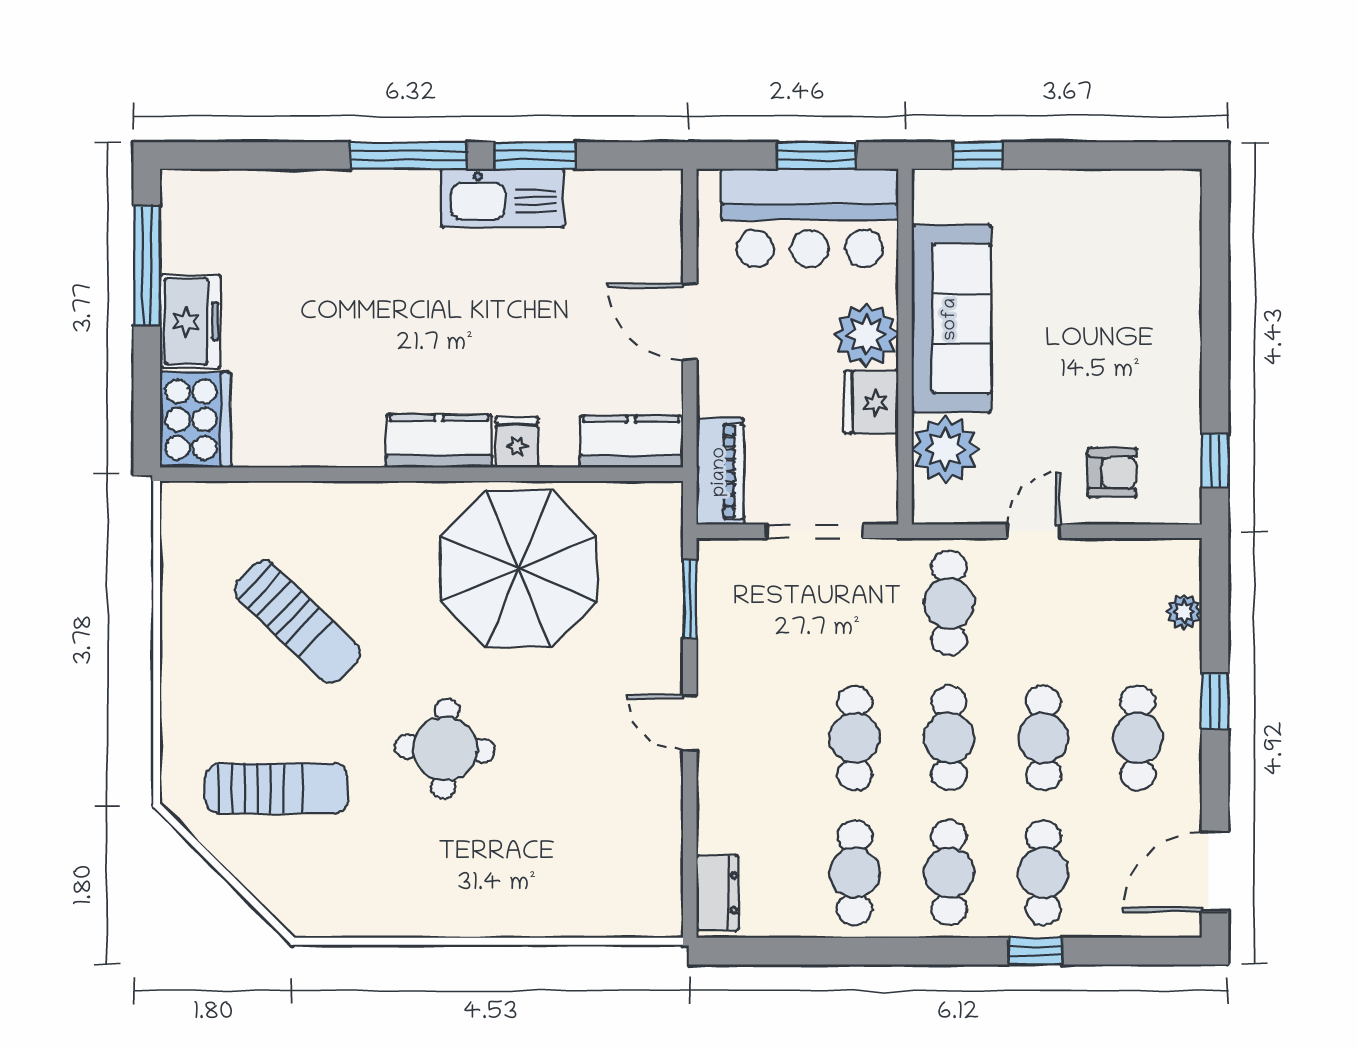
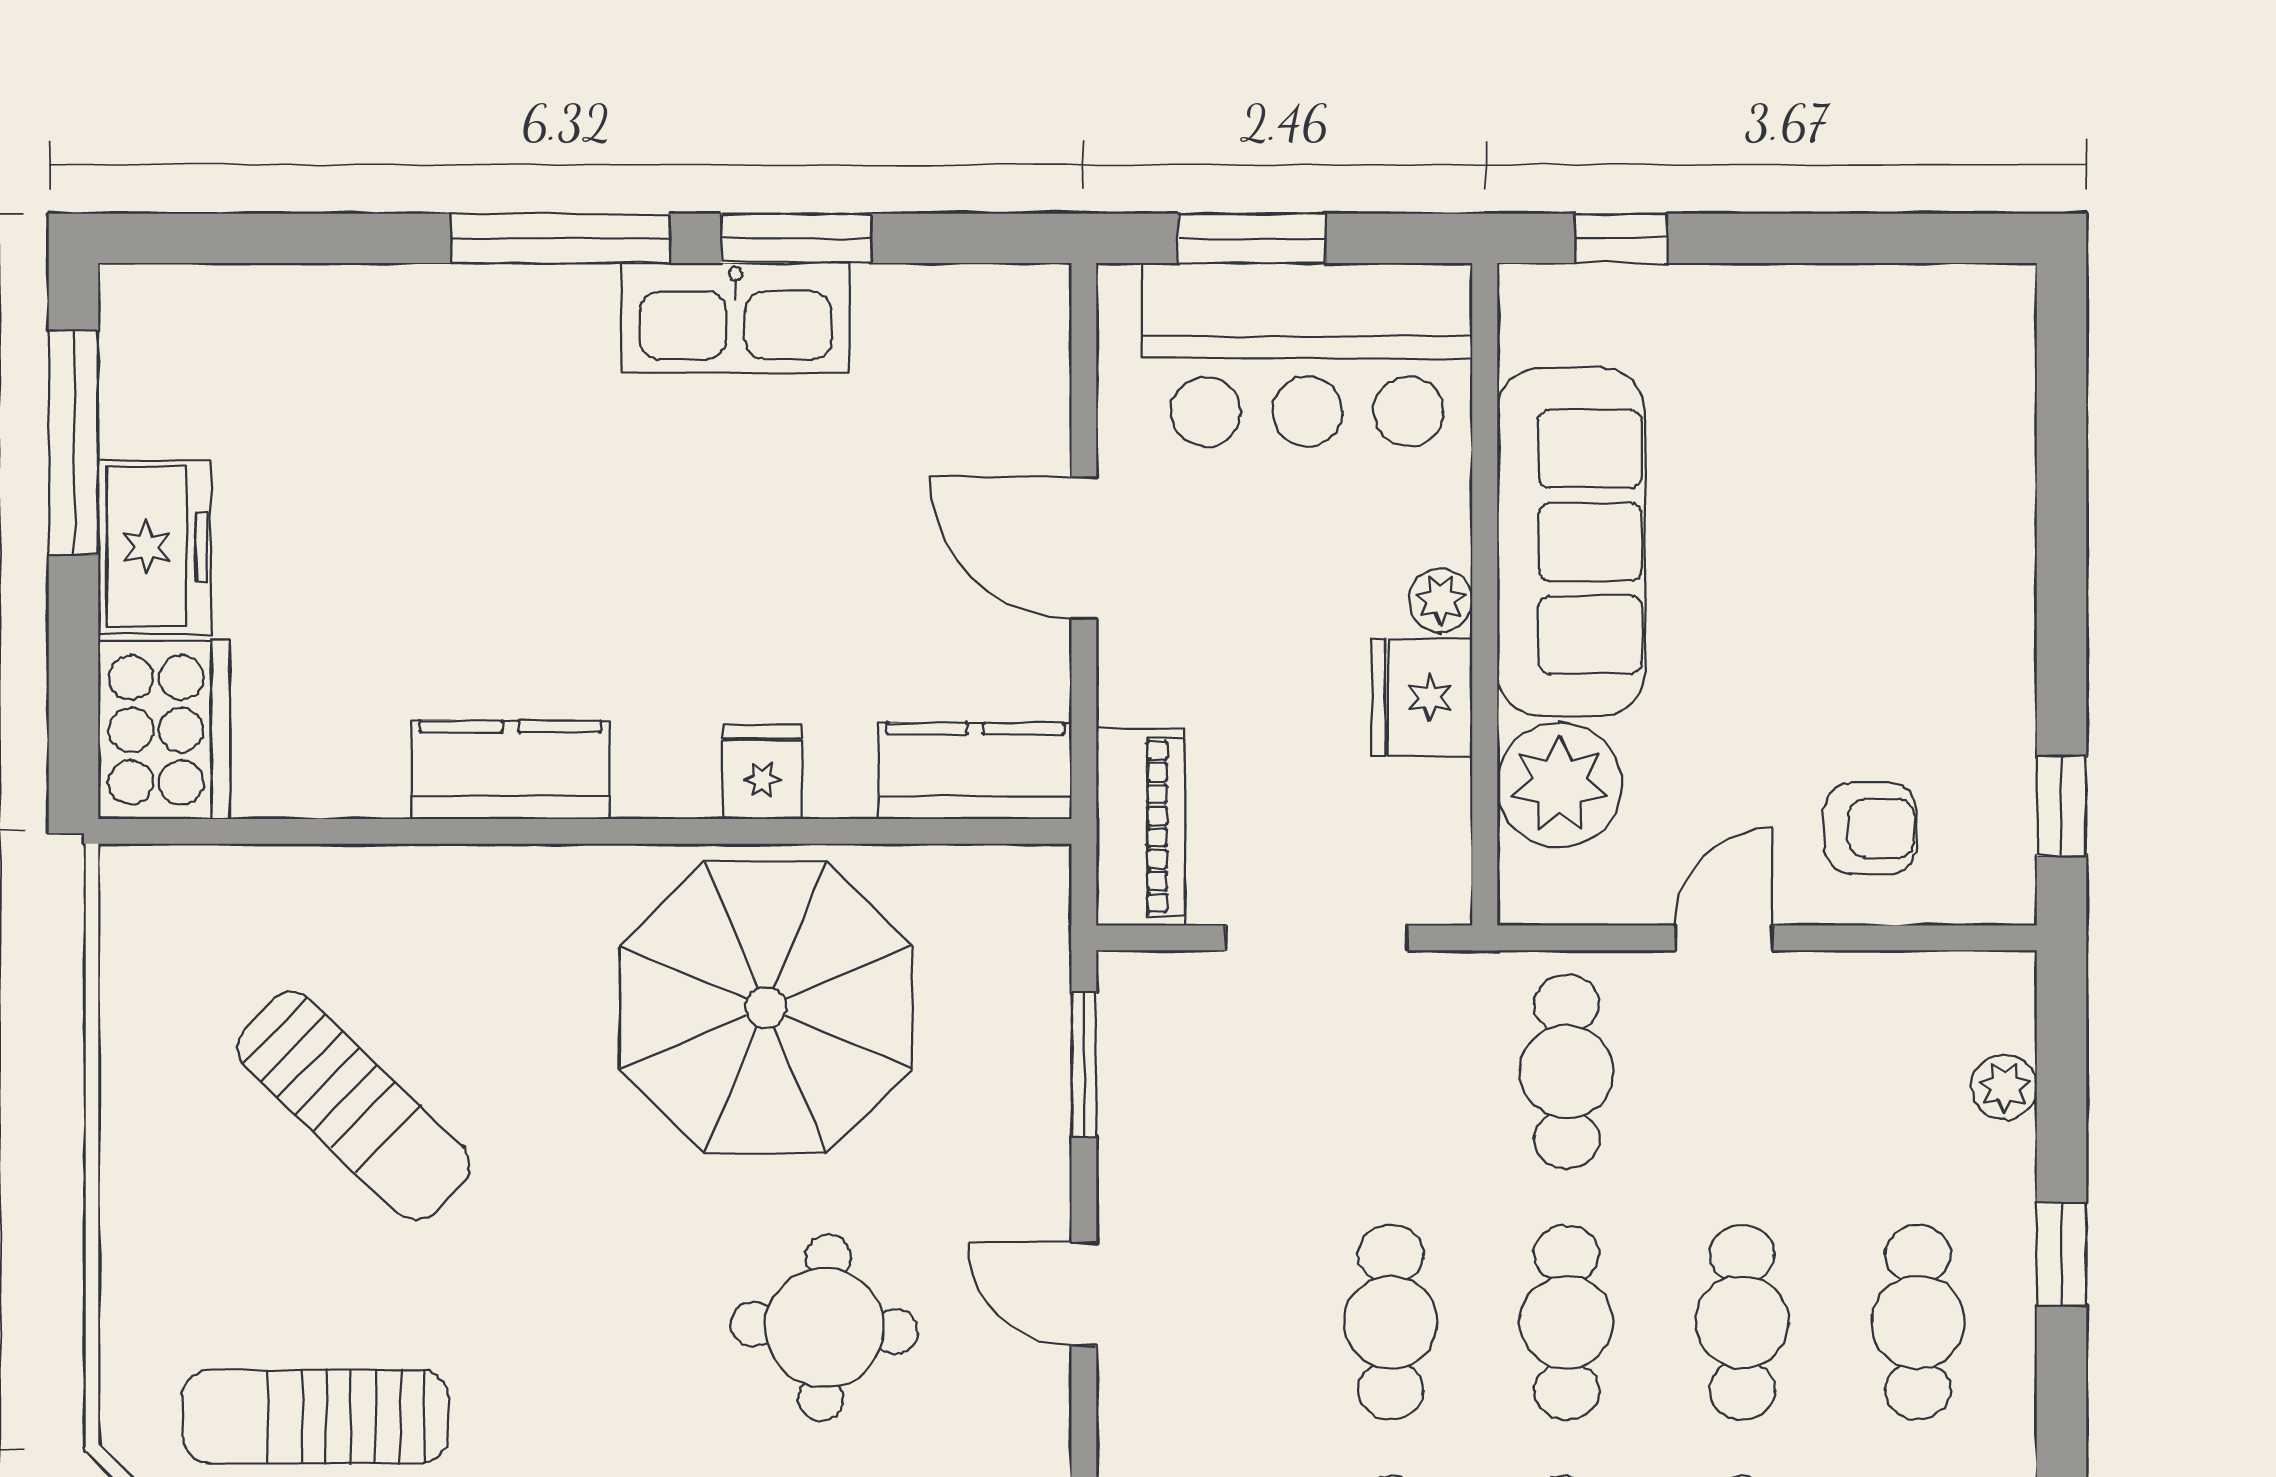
window: (817, 155) -> (1252, 238), moved
plant: (866, 335) -> (1441, 600), width x0.53, depth x0.53
kitchen counter: (439, 441) -> (510, 770), moved
round table: (445, 749) -> (824, 1328), moved
sun lounger: (277, 788) -> (315, 1416), turned 180

